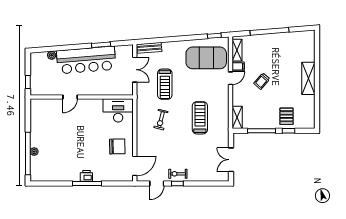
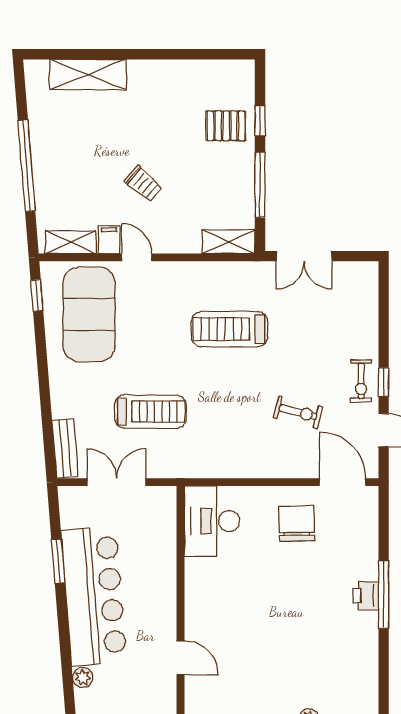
shelving: (308, 78) -> (88, 75), moved
door: (70, 97) -> (180, 658), moved
exercise bike: (161, 120) -> (298, 412), moved
double door: (231, 160) -> (304, 256), moved

